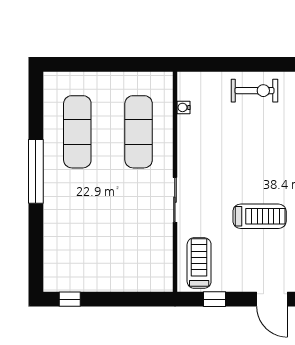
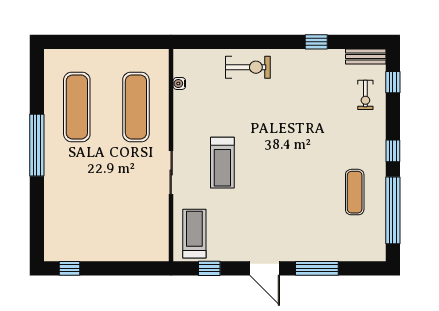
treadmill: (260, 216) -> (222, 163), moved, turned 90

